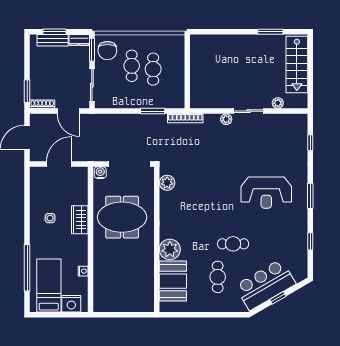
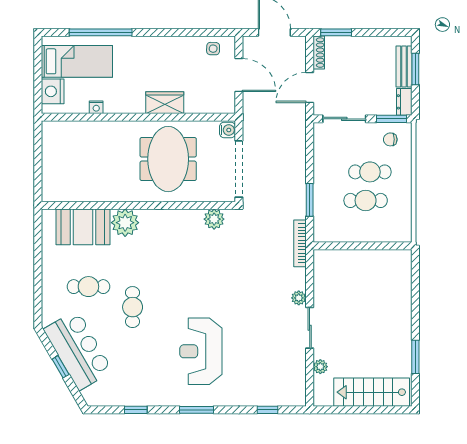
chair: (107, 51) -> (390, 139), width x0.54, depth x0.54
side table: (50, 218) -> (213, 49), moved

